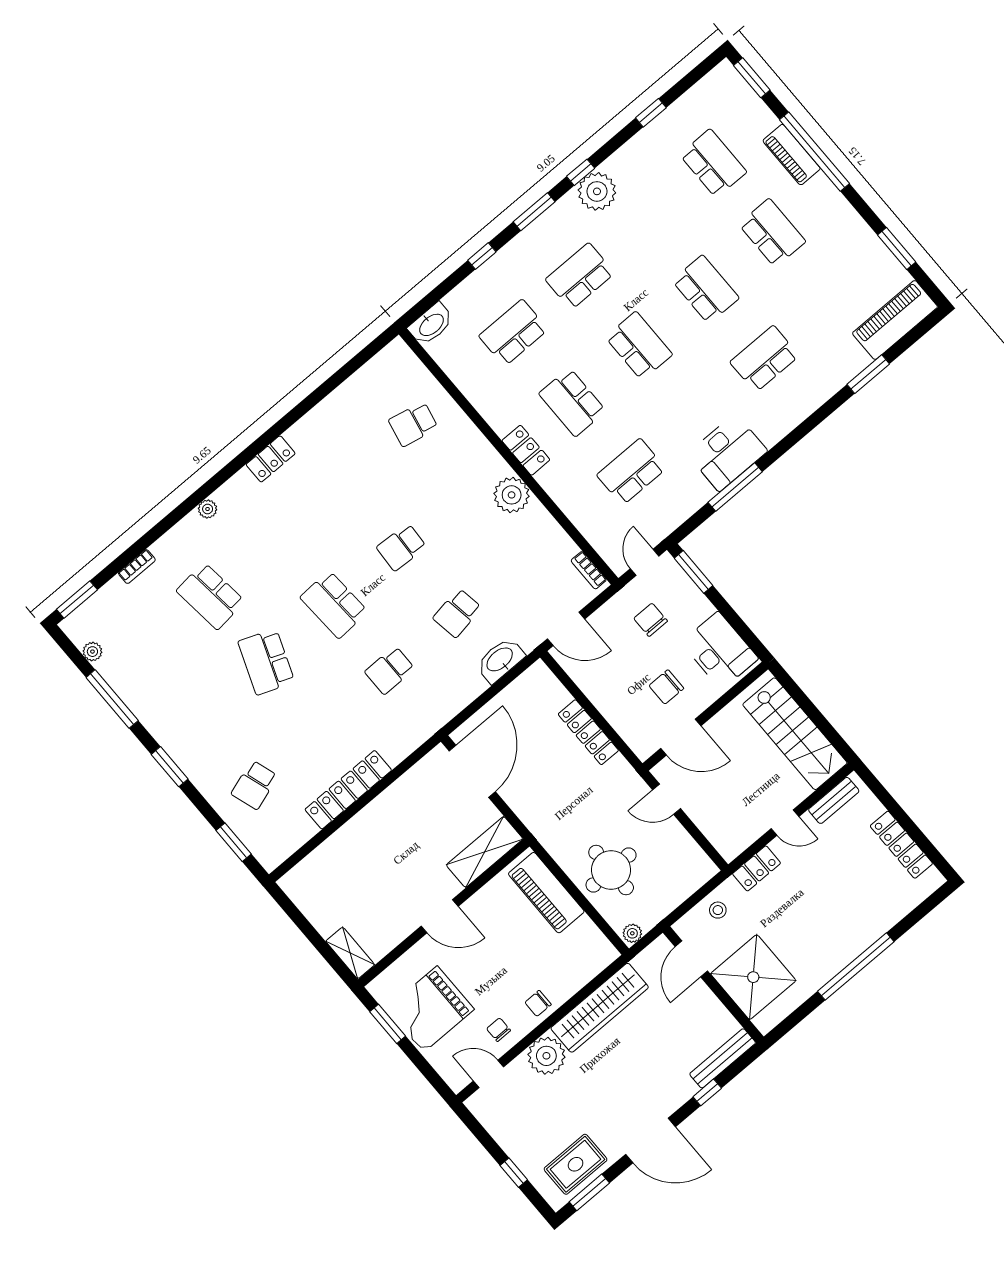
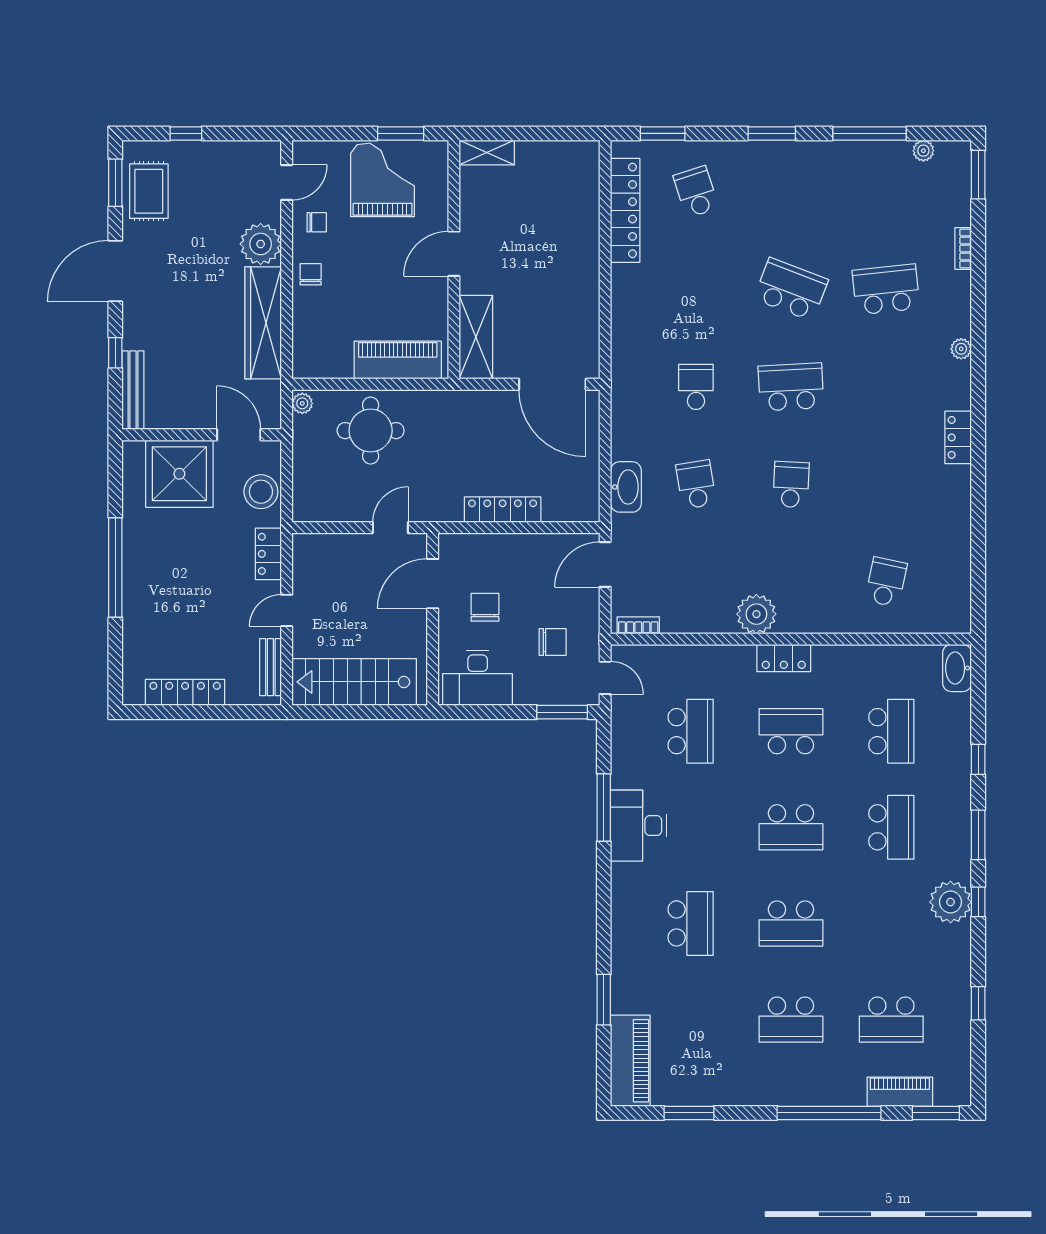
piano: (792, 155) -> (900, 1092), moved
locker: (348, 790) -> (625, 210), moved
stool: (718, 910) -> (261, 492), width x1.89, depth x1.89

